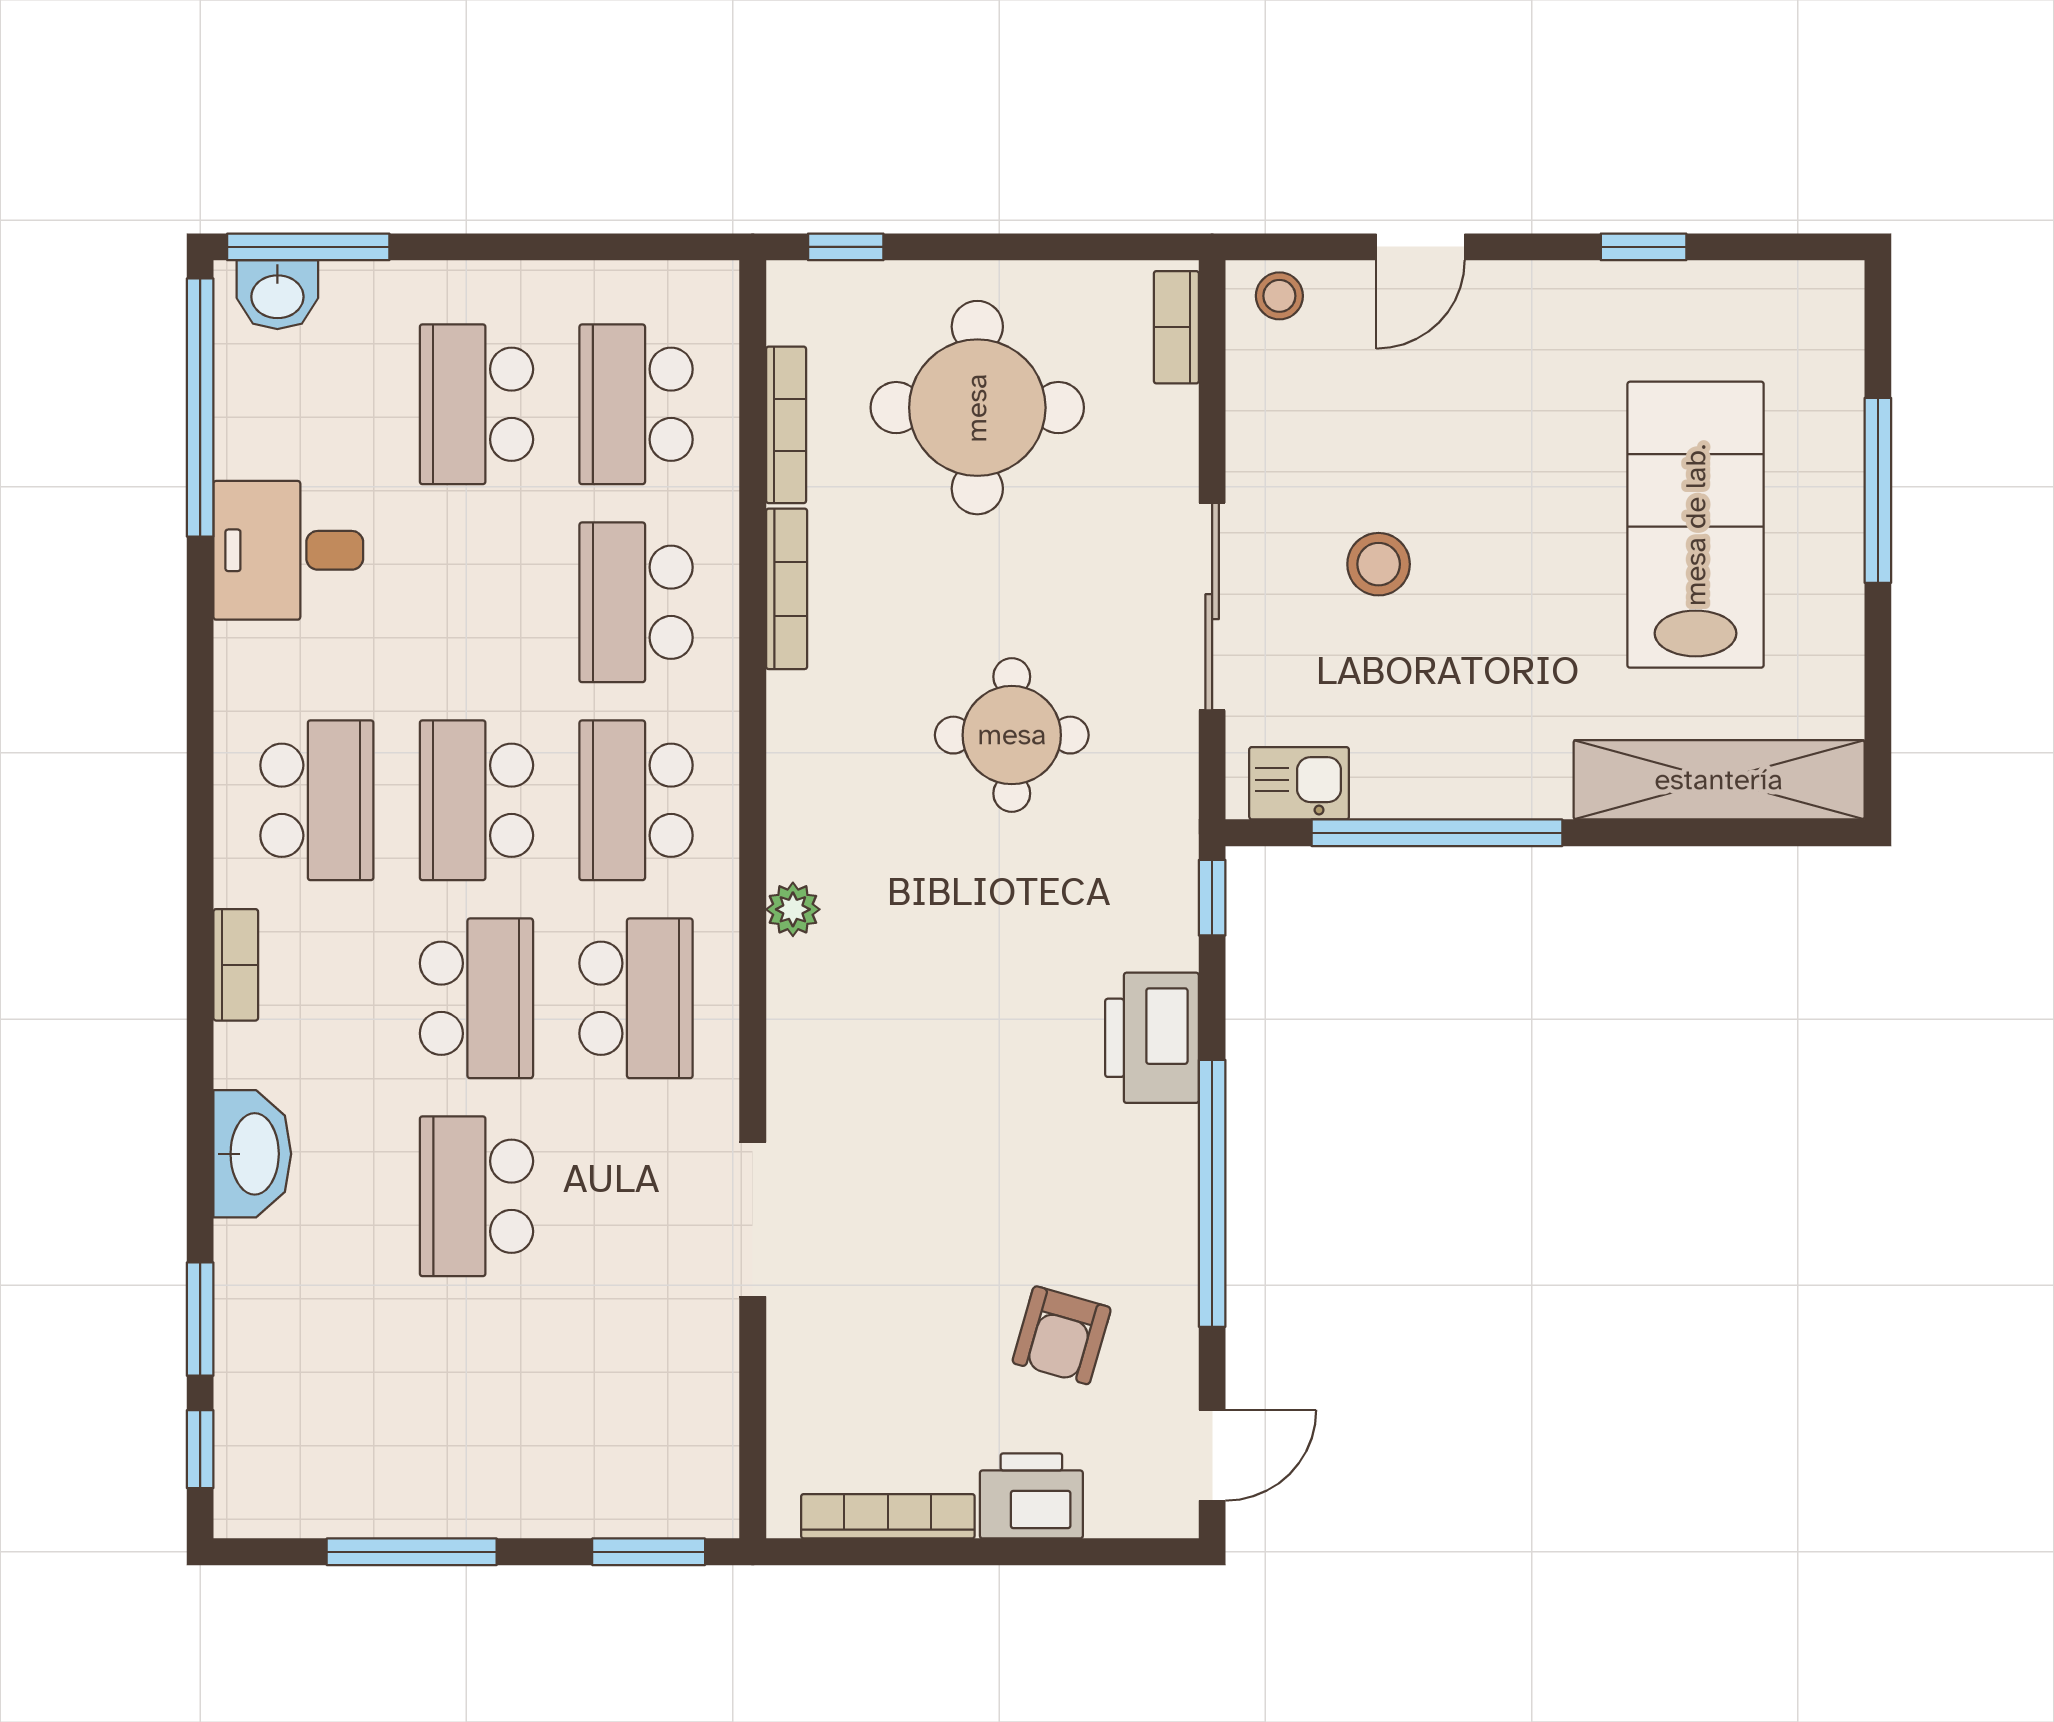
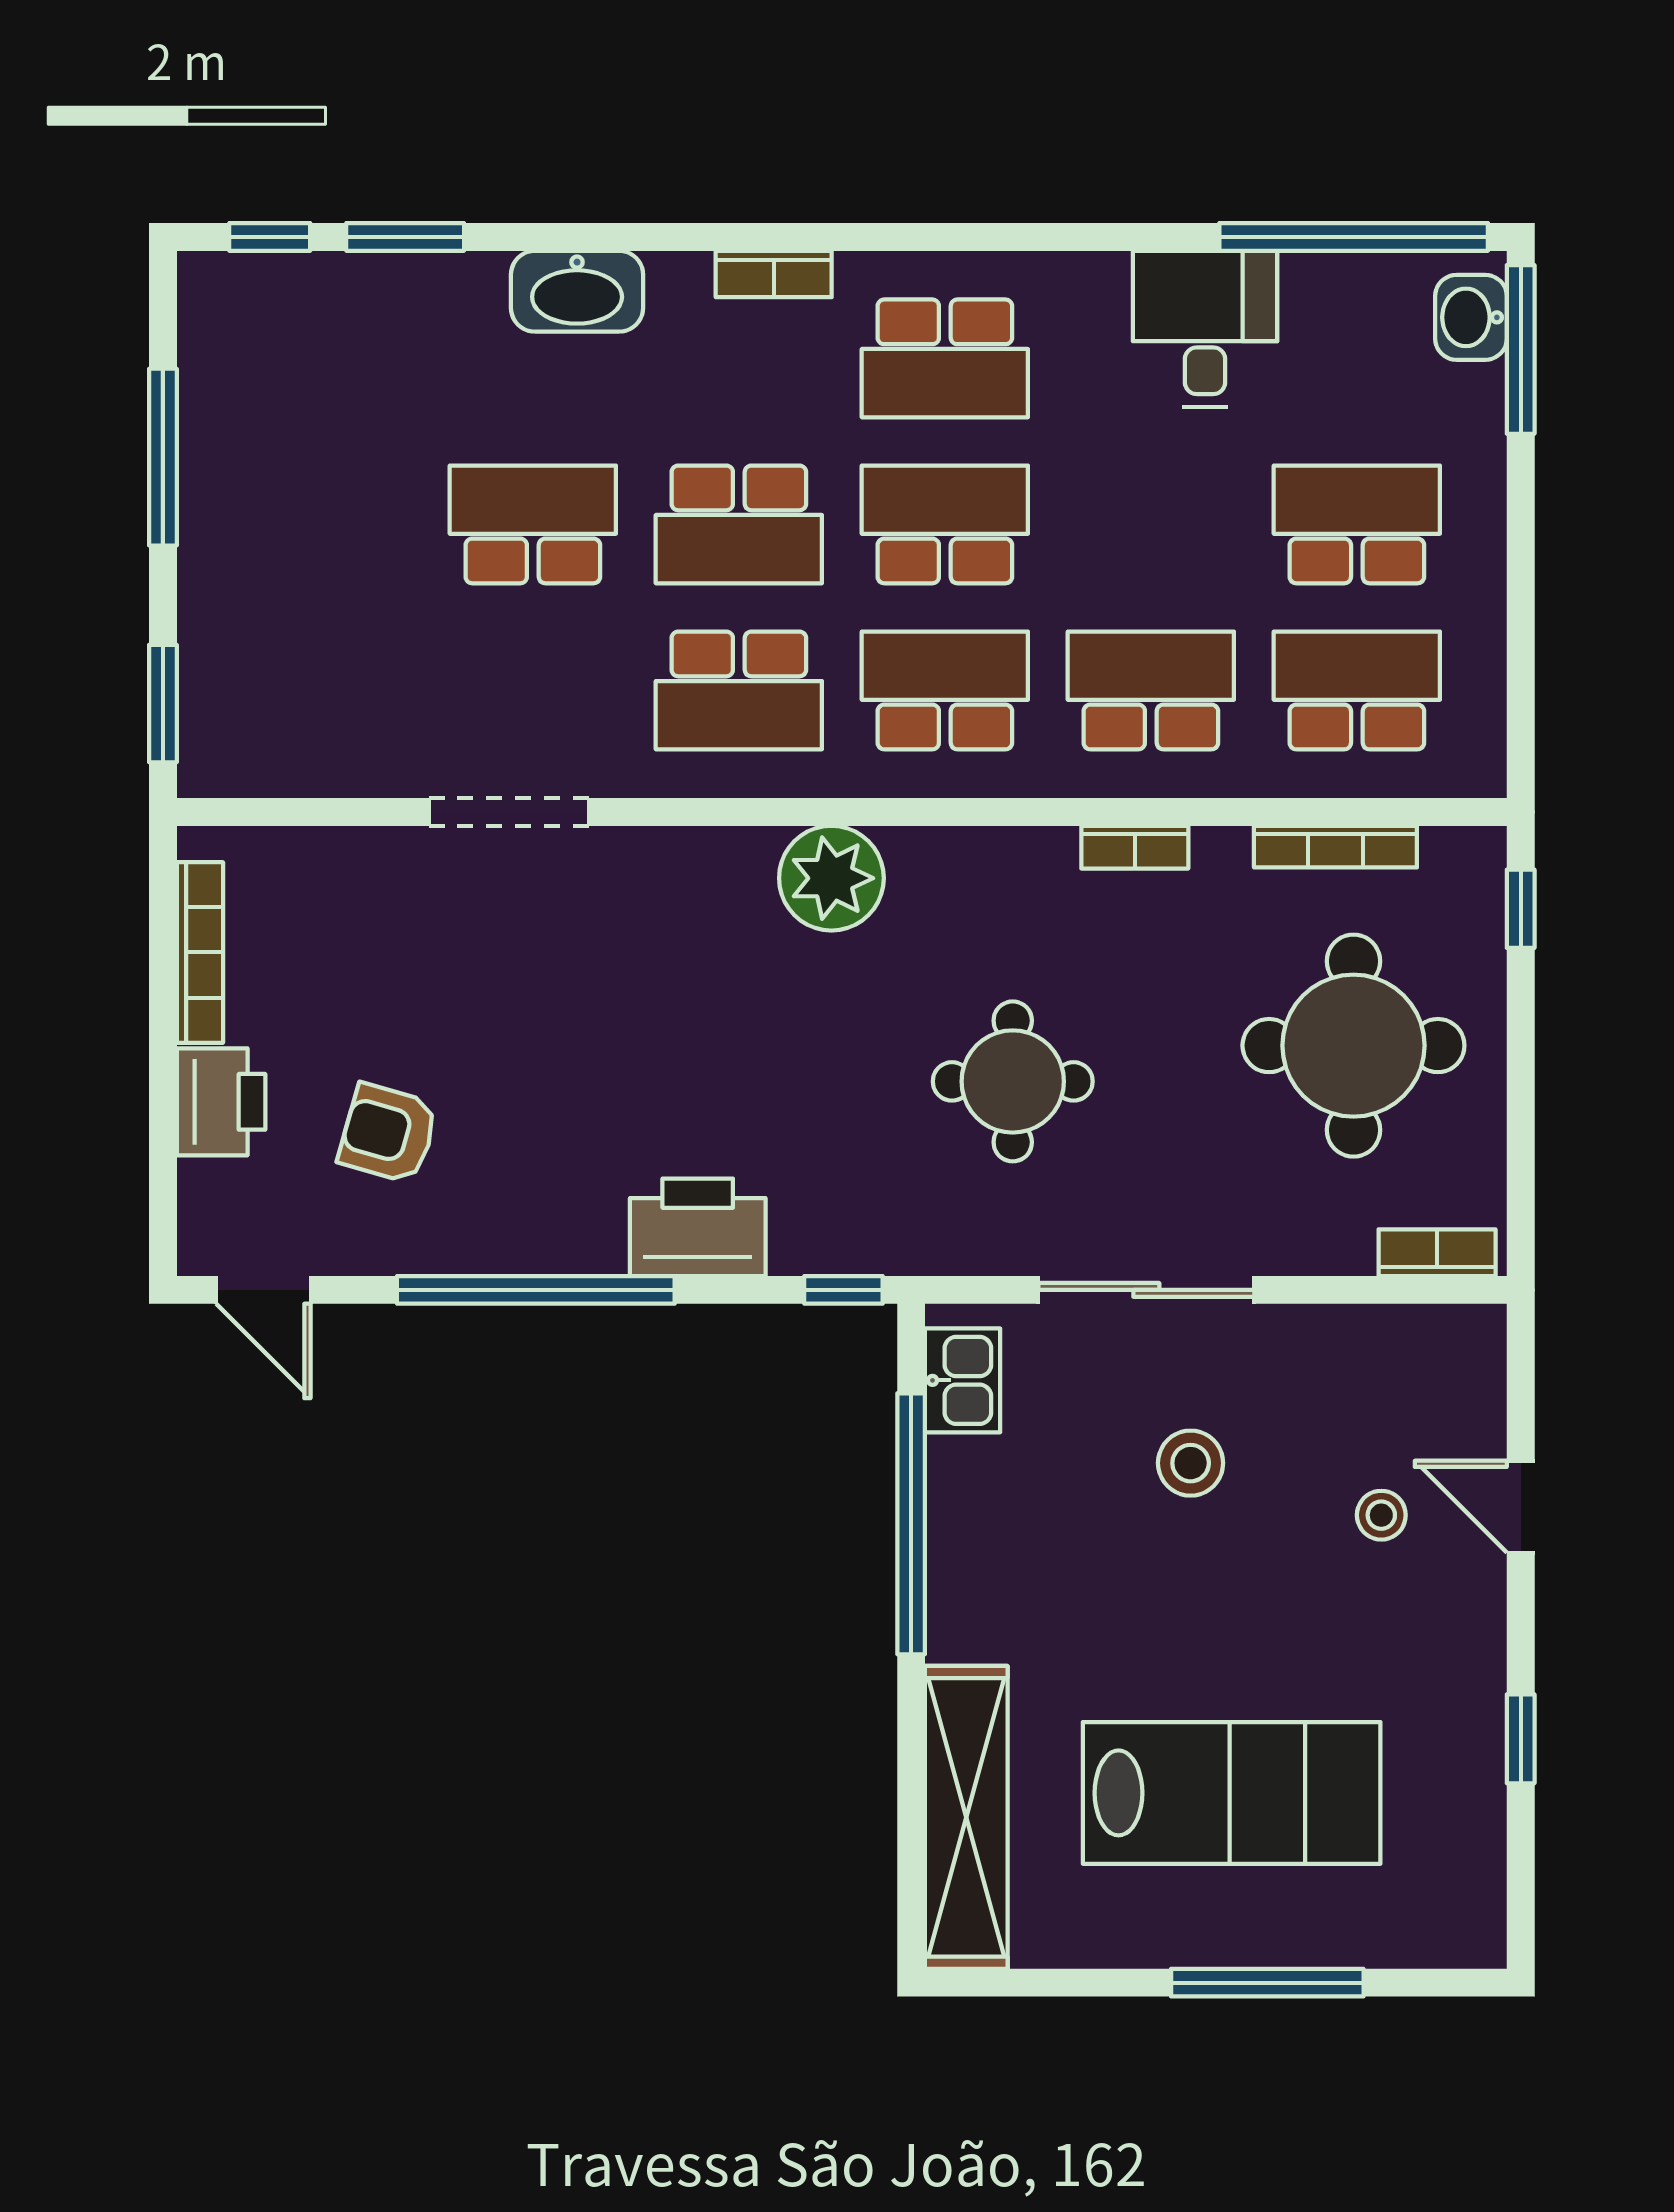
stool: (1279, 296) -> (1381, 1515), moved
bookcase: (787, 589) -> (1135, 847), width x0.64
plant: (793, 909) -> (831, 878), width x1.87, depth x1.87

